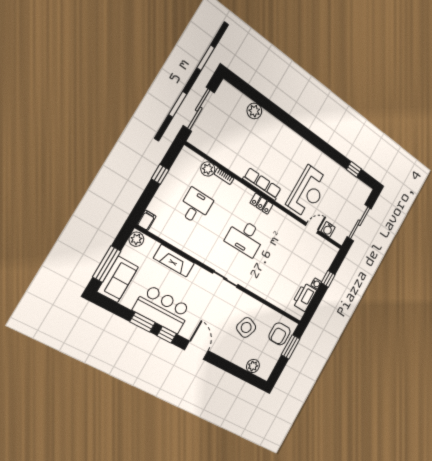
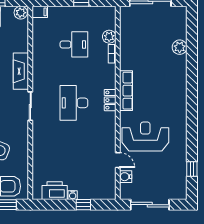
reception desk: (308, 192) -> (145, 137), turned 180
fireplace: (174, 261) -> (21, 71), moved

